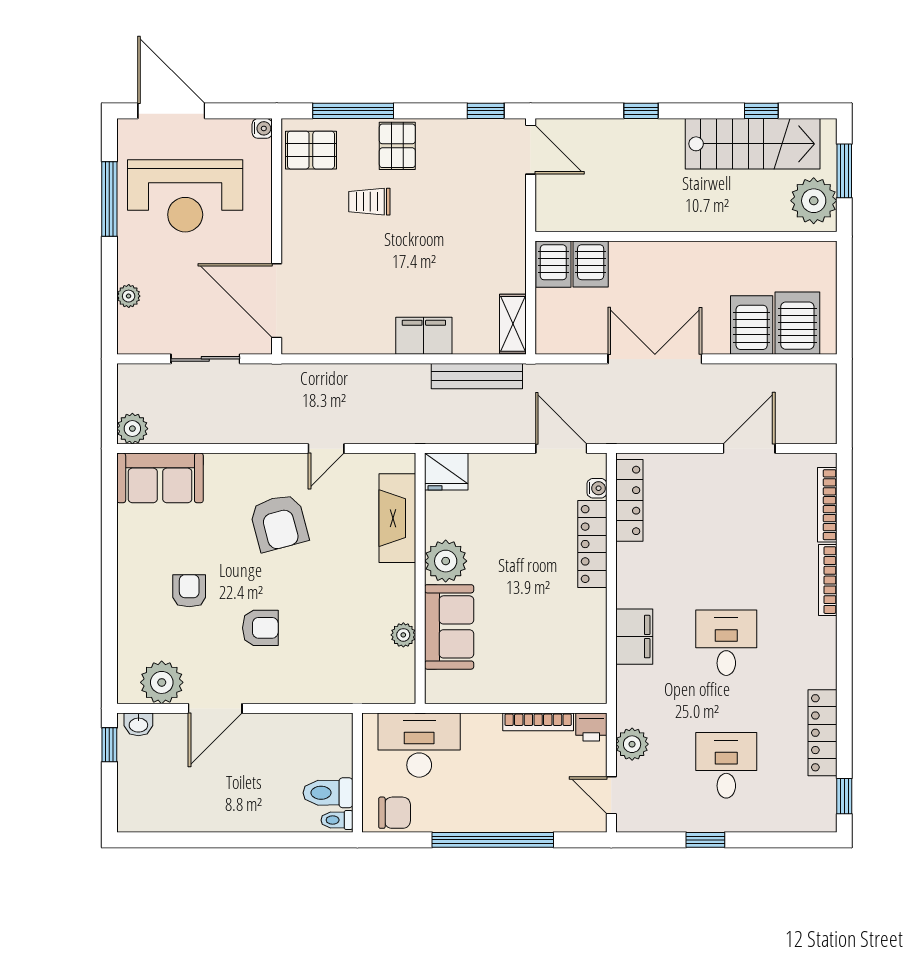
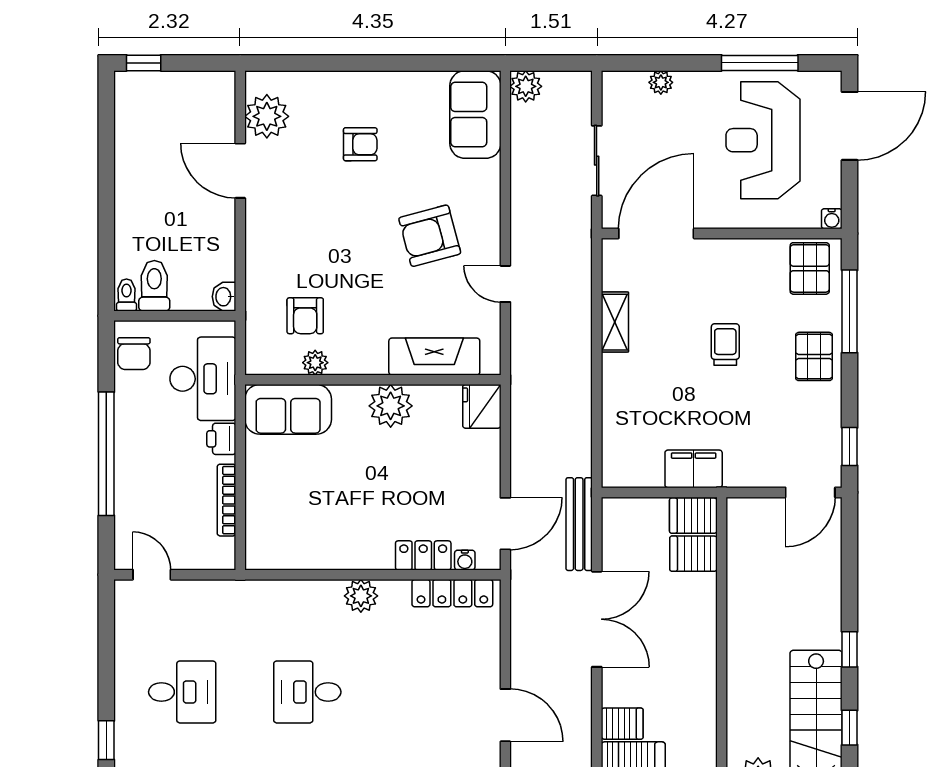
window: (641, 111) -> (850, 649), moved
pallet: (397, 146) -> (814, 356), turned 90
trolley: (369, 202) -> (725, 345), moved
shelving: (513, 324) -> (615, 322), moved, turned 90
server rack: (752, 325) -> (622, 724), width x0.73, depth x0.70
filing cabinet: (424, 336) -> (694, 469), moved, turned -90
bench: (477, 376) -> (579, 524), moved
locker: (592, 544) -> (423, 555), width x0.66
sofa: (449, 627) -> (288, 409), moved
armchair: (260, 628) -> (305, 316), moved
filing cabinet: (634, 637) -> (314, 598), removed
desk: (726, 643) -> (307, 692), turned 180
washbasin: (138, 724) -> (224, 297), moved
printer: (591, 727) -> (221, 439), moved
plant: (632, 744) -> (361, 596), moved
window: (109, 745) -> (144, 63), moved
door: (611, 795) -> (152, 575), hinge flipped
window: (705, 840) -> (106, 740), moved

